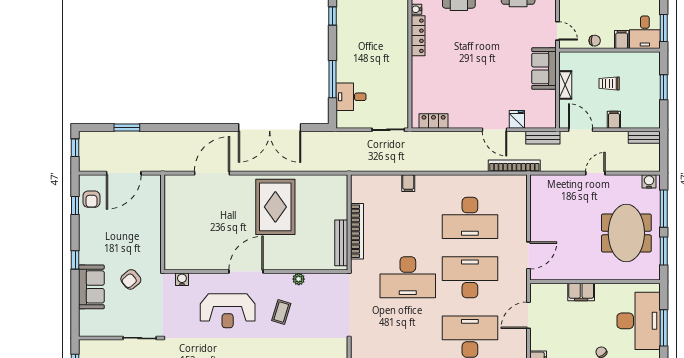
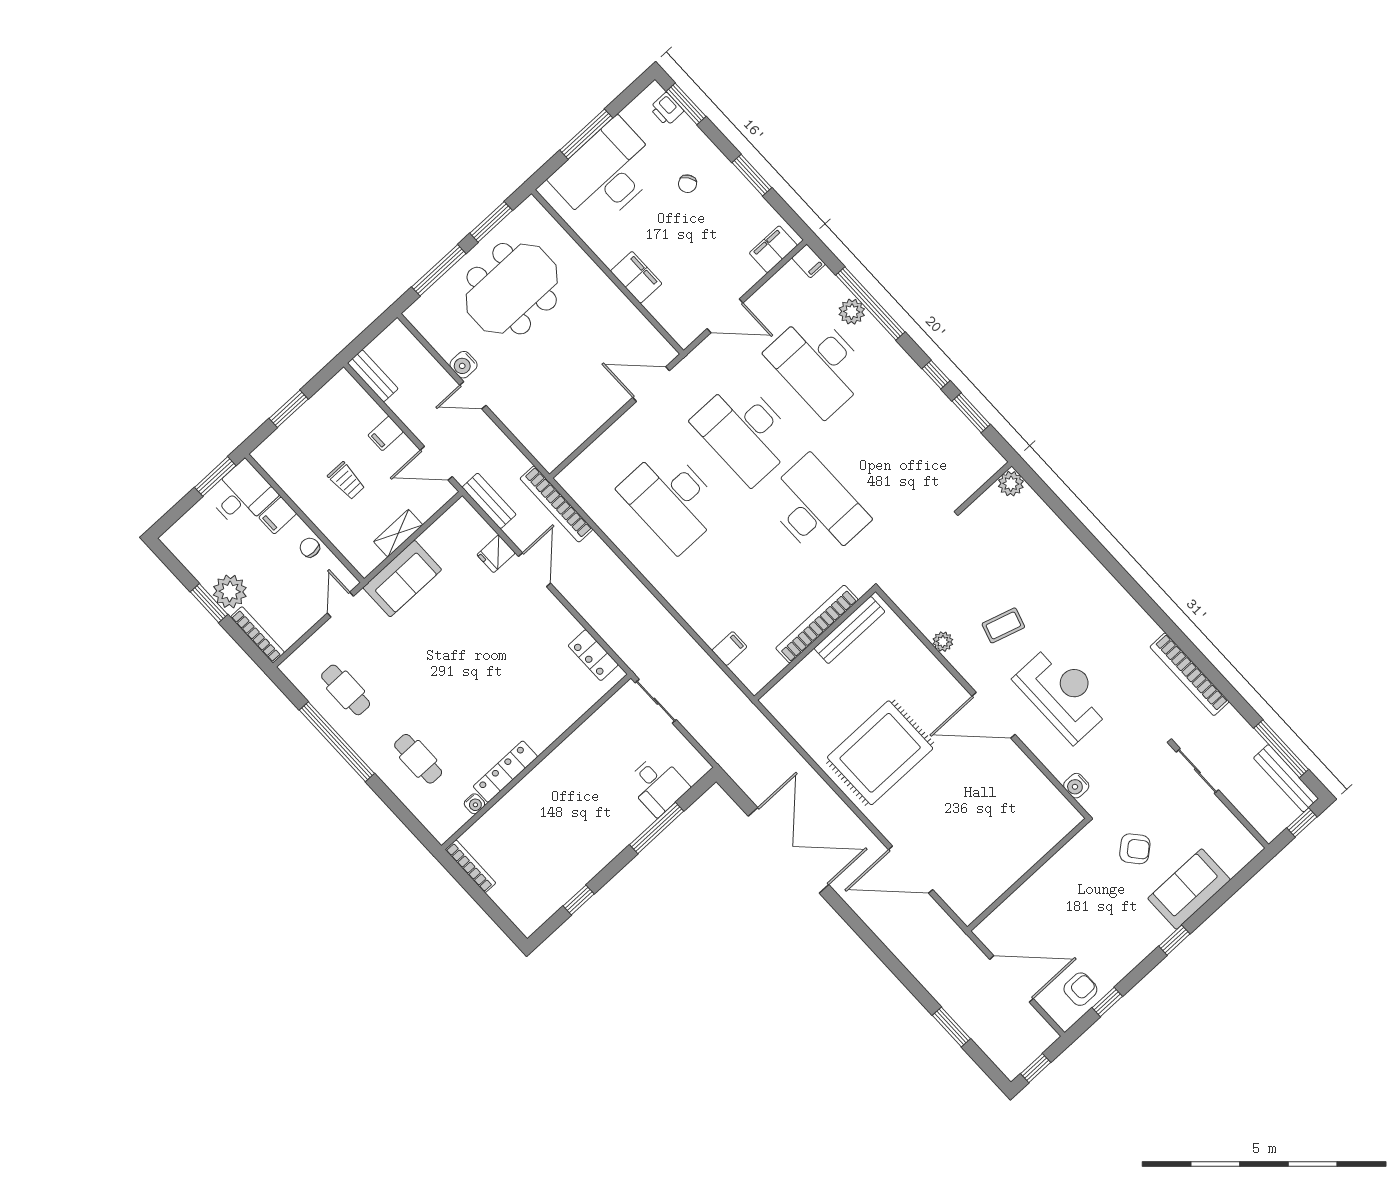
door: (581, 130) -> (436, 463), hinge flipped
water cooler: (649, 181) -> (464, 365), moved
filing cabinet: (408, 183) -> (729, 649), moved
desk: (470, 218) -> (672, 499), turned 180

